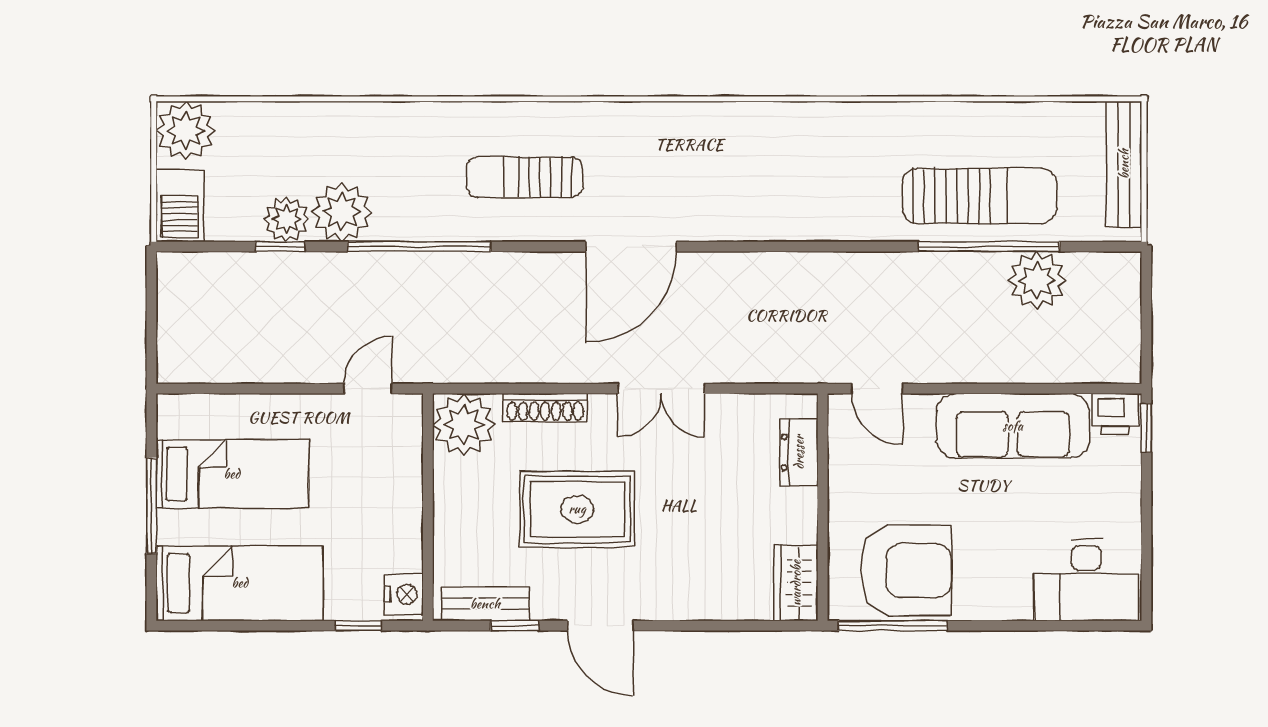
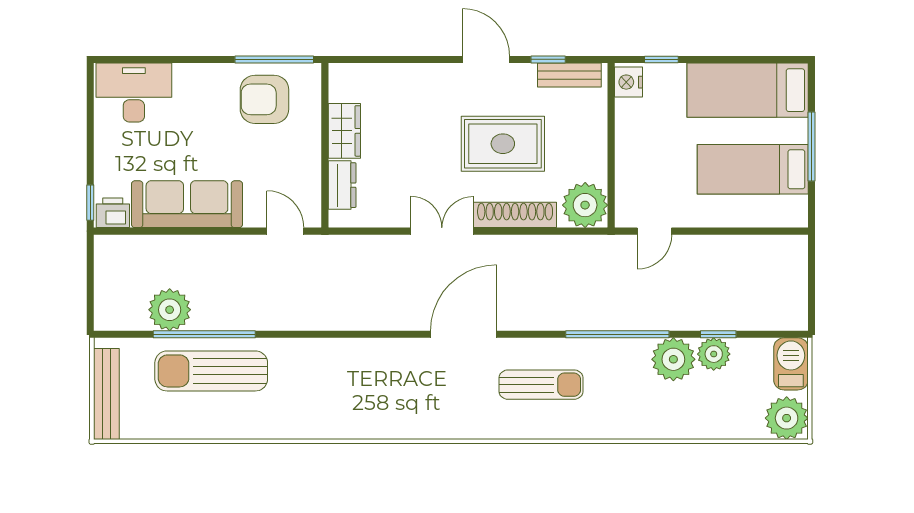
shoe rack: (545, 408) -> (515, 215), width x1.36, depth x1.24
armchair: (906, 570) -> (264, 99), width x0.73, depth x0.73
wardrobe: (796, 583) -> (344, 131), moved

